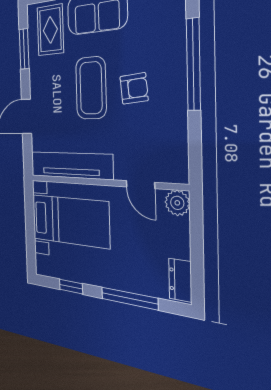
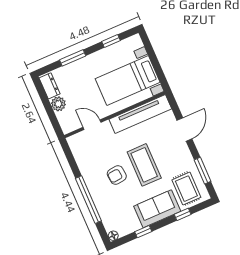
plant: (177, 203) -> (58, 104), moved
window: (129, 298) -> (73, 58), width x0.69

